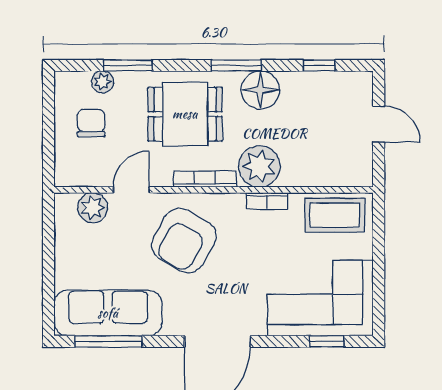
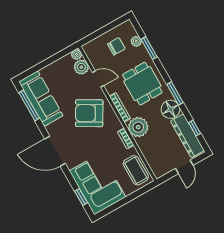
dresser: (325, 86) -> (187, 136), added
plant: (65, 203) -> (76, 54), added

